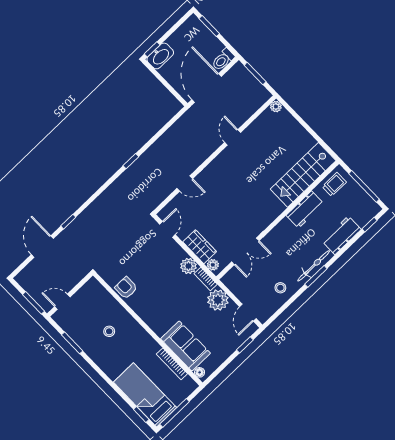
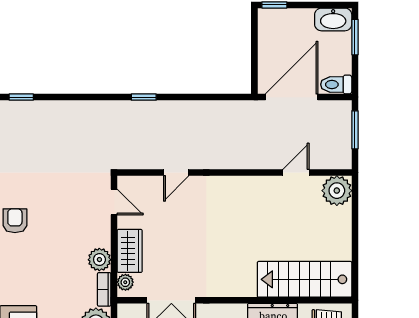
washbasin: (160, 56) -> (333, 19), moved
plant: (276, 107) -> (337, 191), width x1.87, depth x1.87
door: (233, 137) -> (296, 172), moved
door: (185, 184) -> (176, 172), hinge flipped
door: (167, 229) -> (114, 202), hinge flipped

